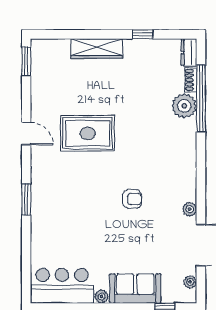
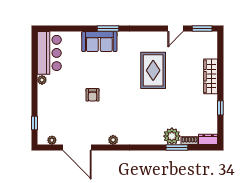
window: (201, 98) -> (177, 148), width x0.47
door: (26, 134) -> (175, 29), moved
armchair: (132, 199) -> (93, 95), moved
plant: (190, 209) -> (113, 140), moved
sofa: (135, 289) -> (99, 42), moved, turned 90

